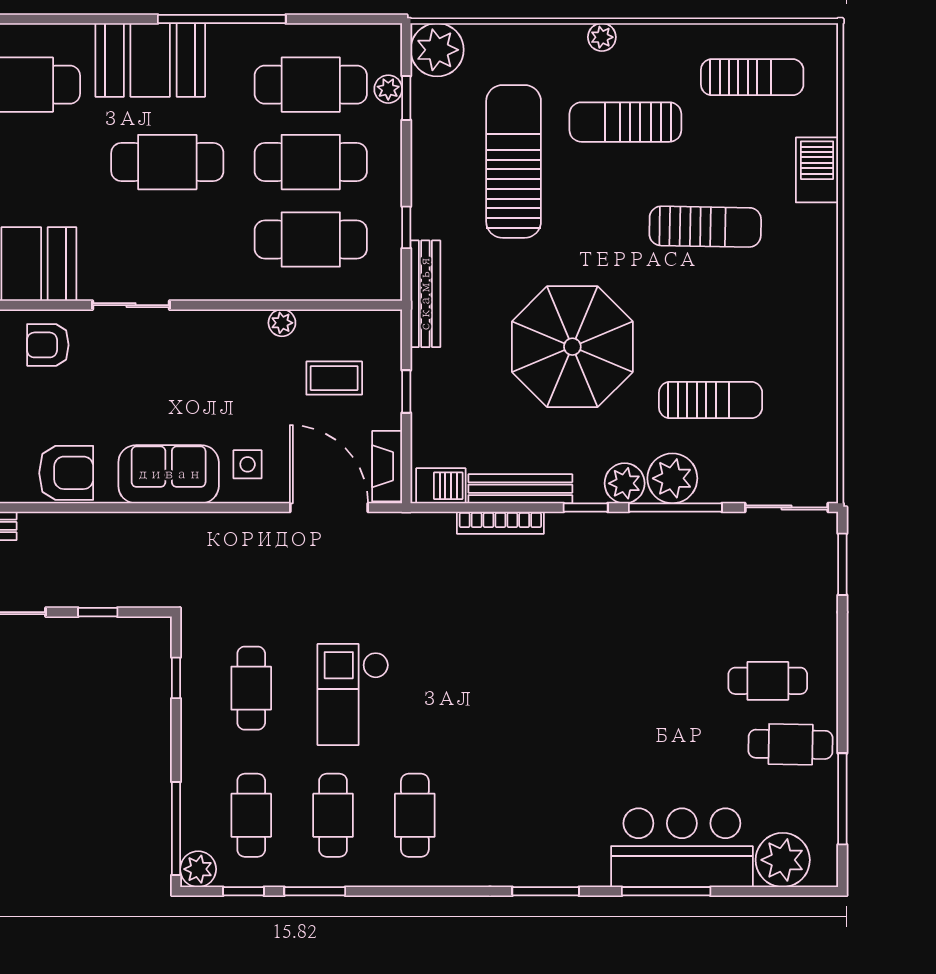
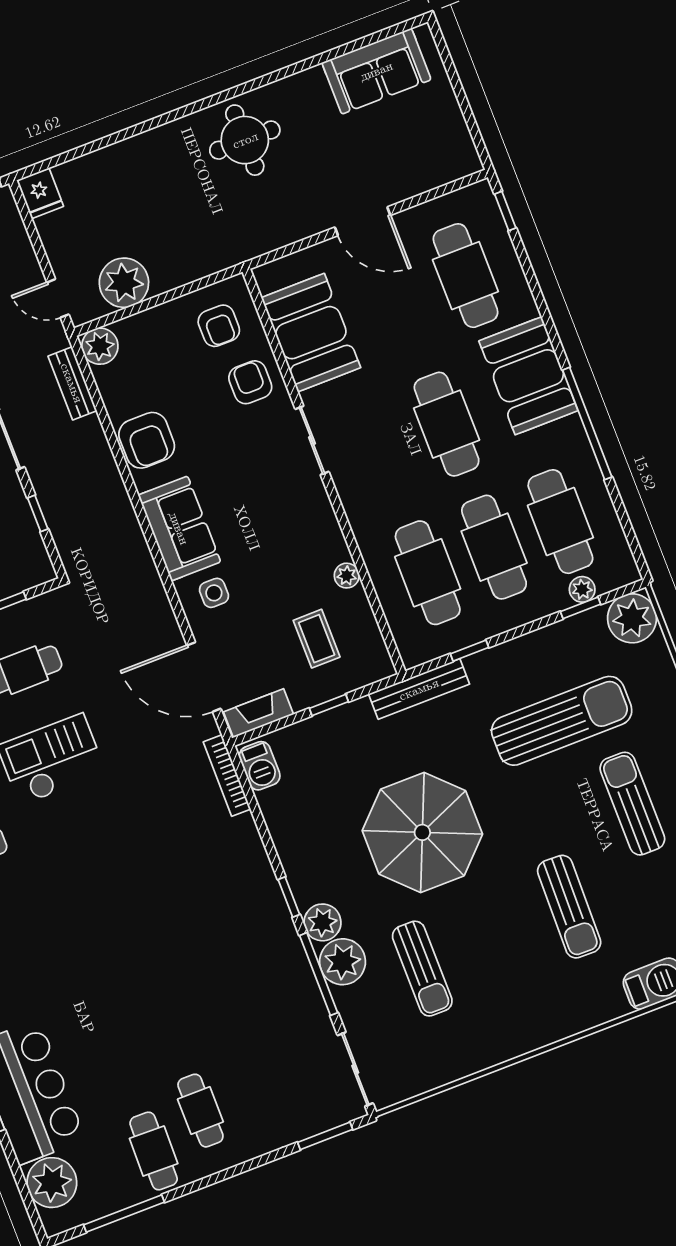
bench: (520, 489) -> (283, 835), removed
door: (329, 507) -> (204, 677), swing flipped
bookcase: (500, 523) -> (227, 776), moved

